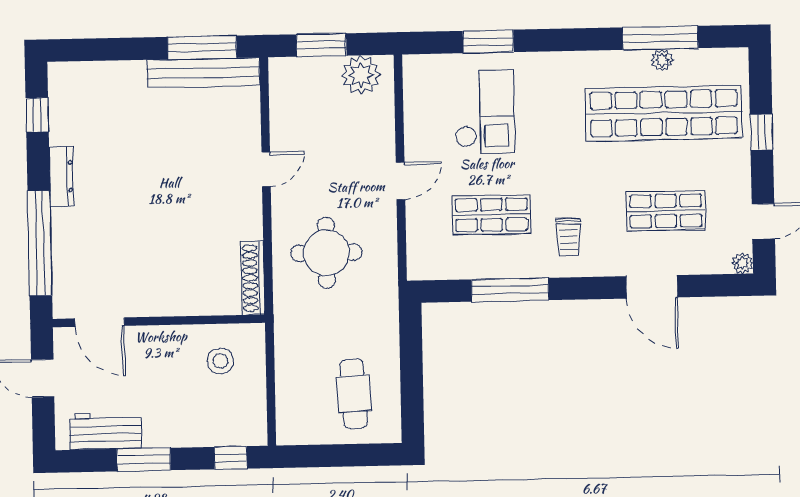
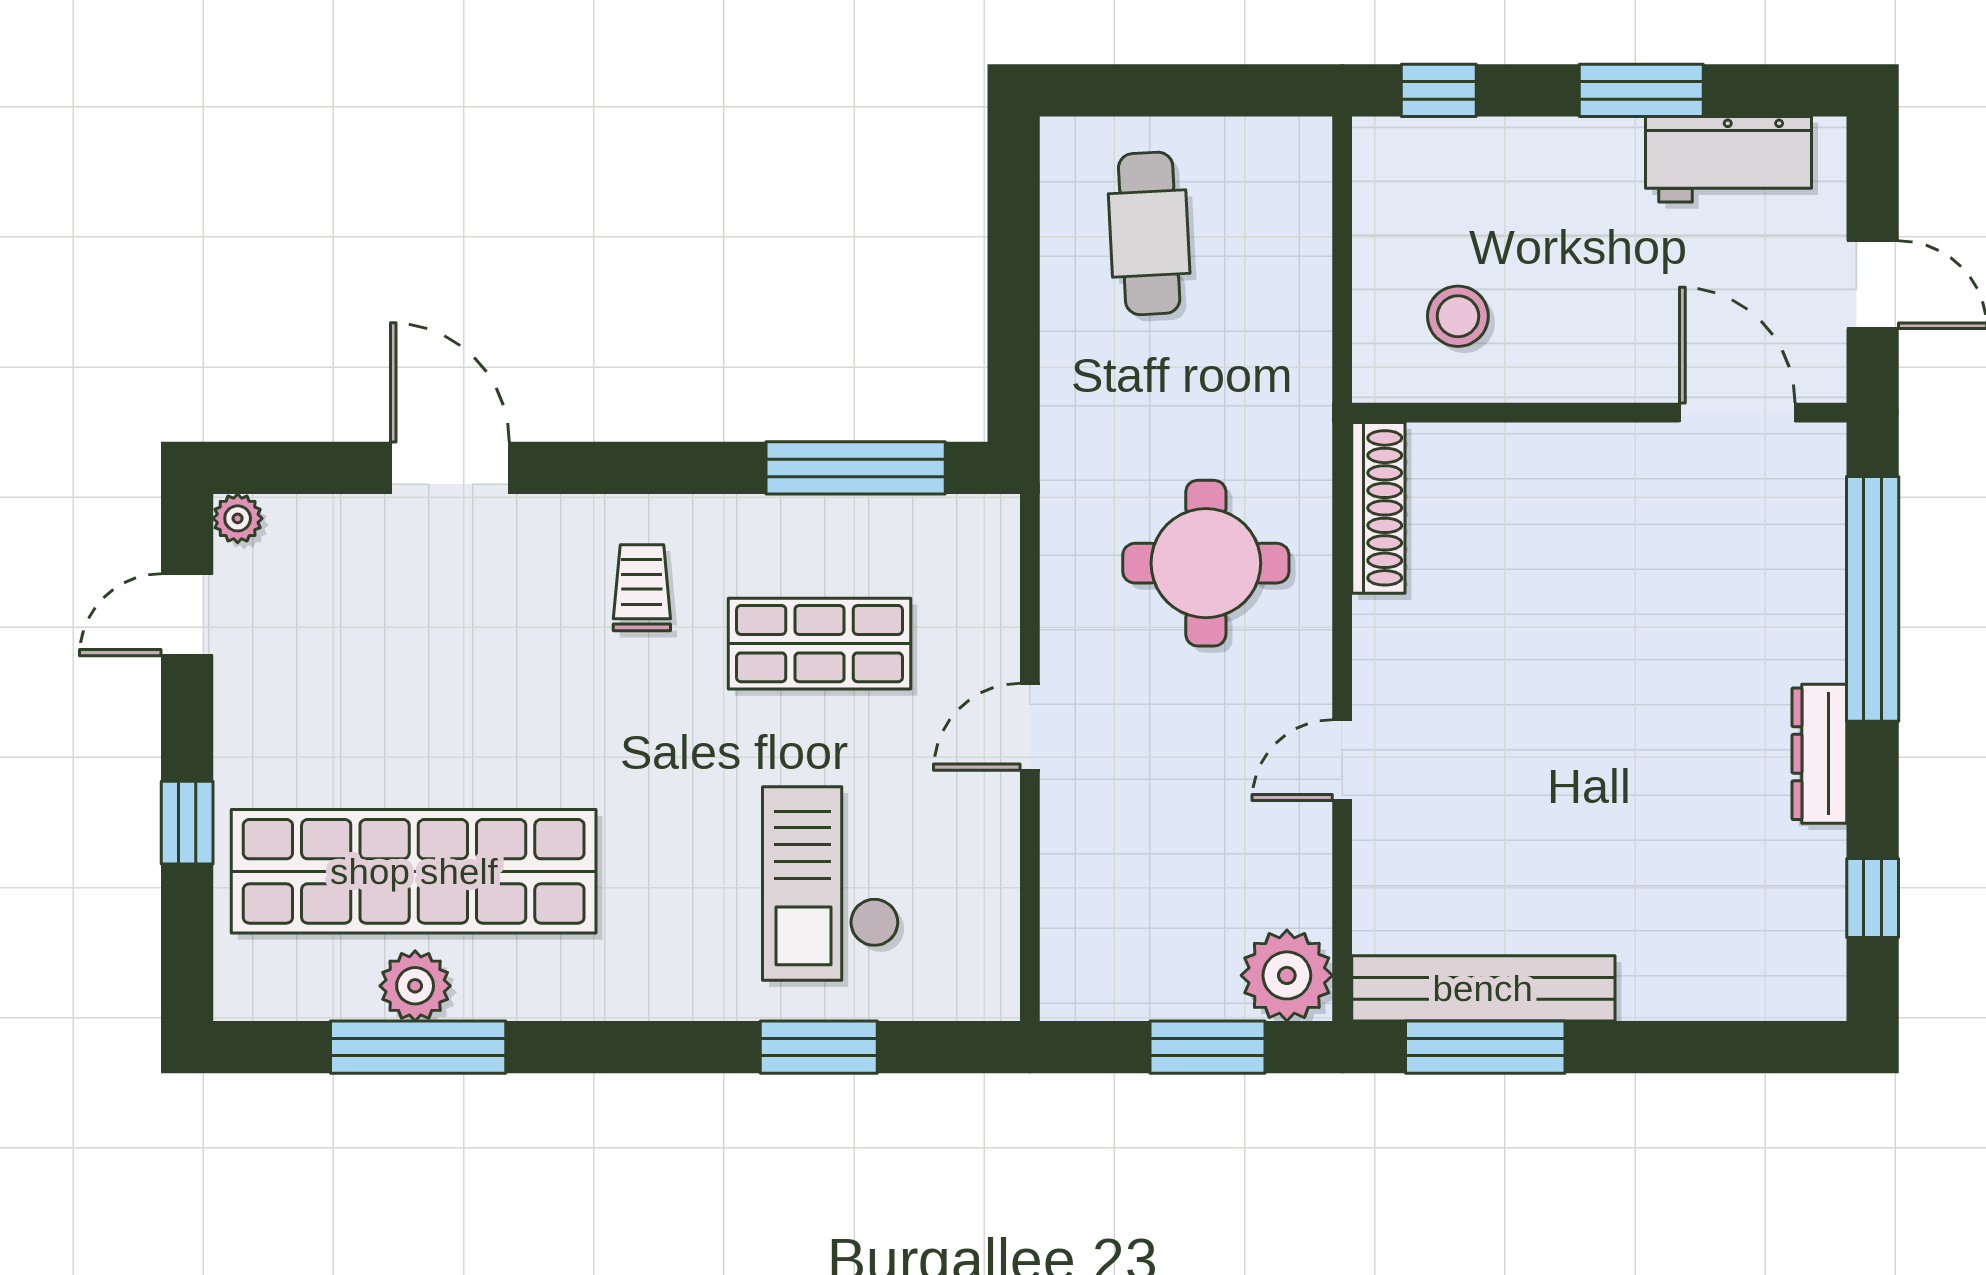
plant: (662, 60) -> (415, 986), width x1.38, depth x1.38
plant: (361, 75) -> (1287, 975), moved
shop shelf: (666, 211) -> (414, 644), removed
window: (510, 290) -> (856, 468), moved

